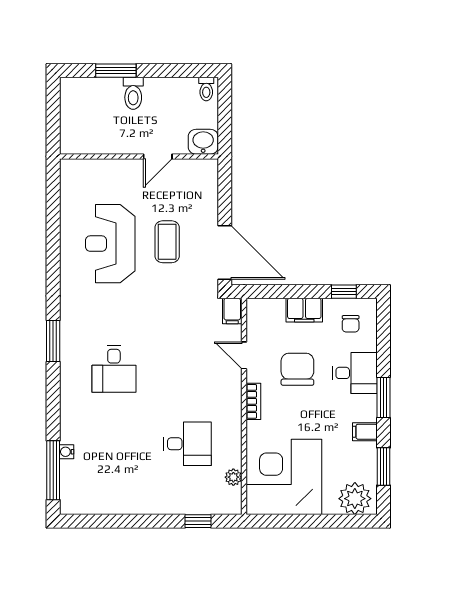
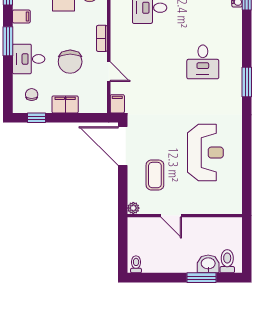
toilet: (133, 93) -> (227, 261), moved
washbasin: (203, 142) -> (208, 264), moved, turned 180
door: (158, 156) -> (171, 216), swing flipped
plant: (210, 167) -> (133, 208), added
coffee table: (167, 242) -> (155, 175), moved
desk: (114, 369) -> (203, 62), turned 180

